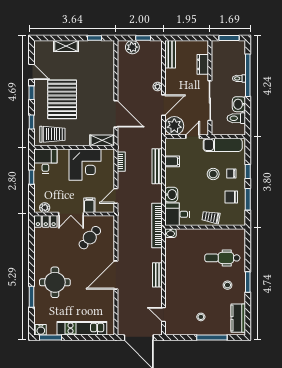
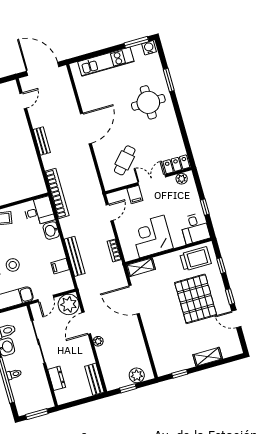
trolley: (52, 134) -> (195, 259), turned 180
washbasin: (171, 233) -> (40, 189), removed
door: (163, 315) -> (23, 101), hinge flipped

